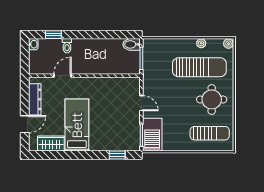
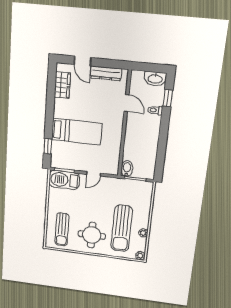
washbasin: (33, 44) -> (155, 79), width x1.91, depth x1.45
bidet: (131, 44) -> (127, 169), moved
bed: (77, 125) -> (77, 132), moved

